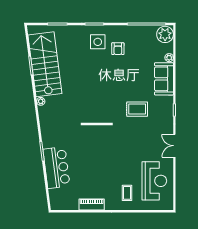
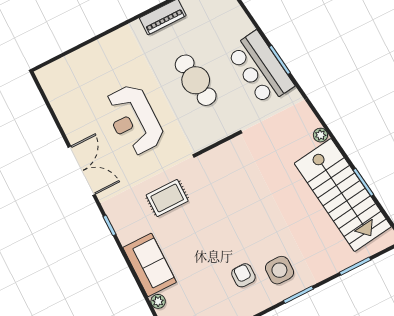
double door: (174, 146) -> (82, 171), width x1.37
cafe table: (91, 163) -> (196, 80), added
bar counter: (56, 168) -> (260, 68), moved
reception desk: (154, 181) -> (134, 120), moved
coffee table: (127, 193) -> (118, 62), removed

